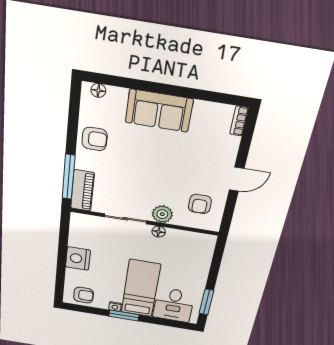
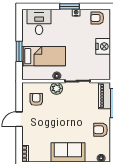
bed: (141, 289) -> (44, 56), moved, turned -90
window: (206, 302) -> (19, 51), moved

